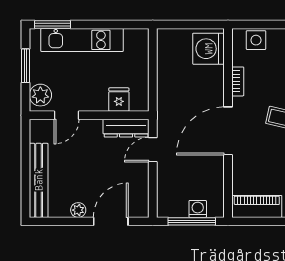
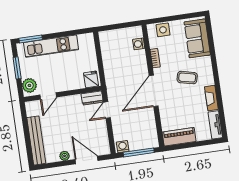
washing machine: (209, 49) -> (139, 44), width x0.53, depth x0.53
fridge: (119, 100) -> (91, 79), moved
dresser: (126, 128) -> (92, 98), width x0.70
washing machine: (198, 209) -> (123, 147), moved
door: (111, 221) -> (87, 160), hinge flipped

